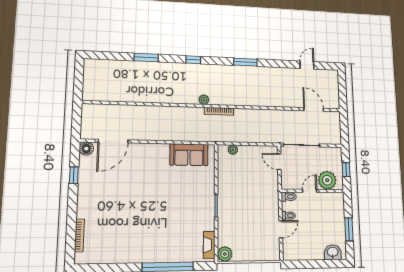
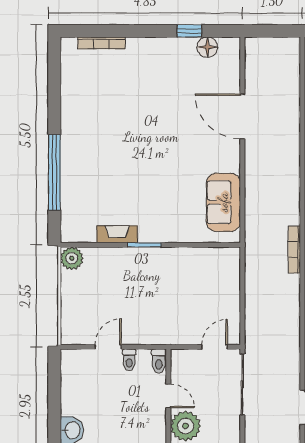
door: (113, 141) -> (242, 116), moved
floor lamp: (86, 149) -> (207, 47), moved
plant: (233, 150) -> (232, 272), removed
door: (281, 229) -> (108, 347), swing flipped
fireplace: (209, 245) -> (117, 234), moved

